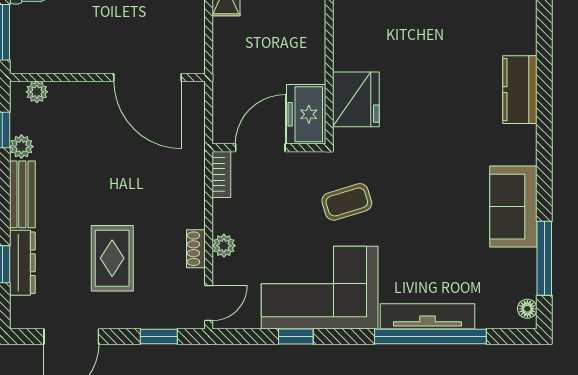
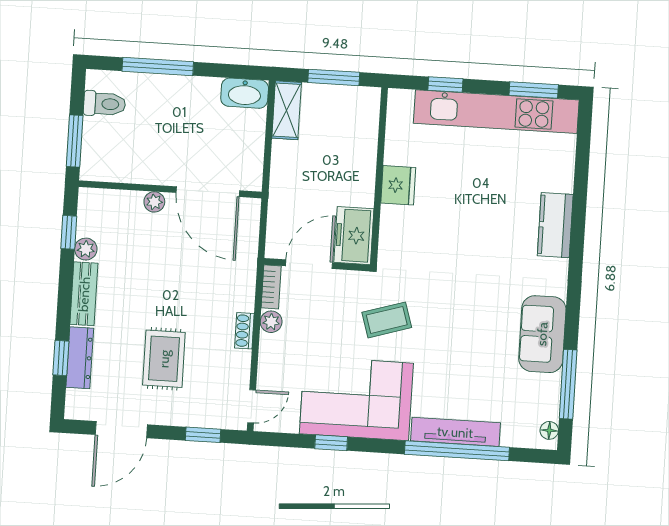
plant: (37, 92) -> (154, 202), moved
fridge: (356, 99) -> (398, 185), moved, width x0.73, depth x0.75
plant: (224, 246) -> (271, 322), moved
shoe rack: (196, 249) -> (244, 331), moved

